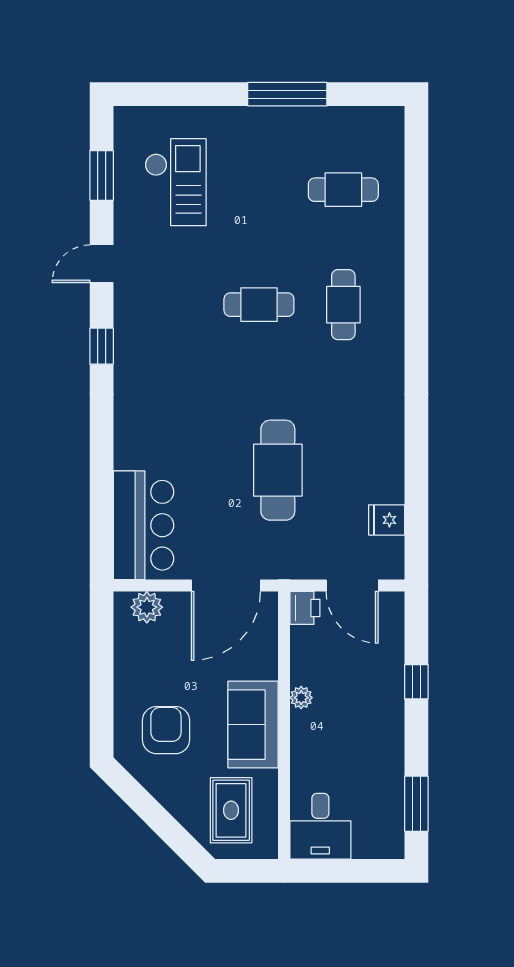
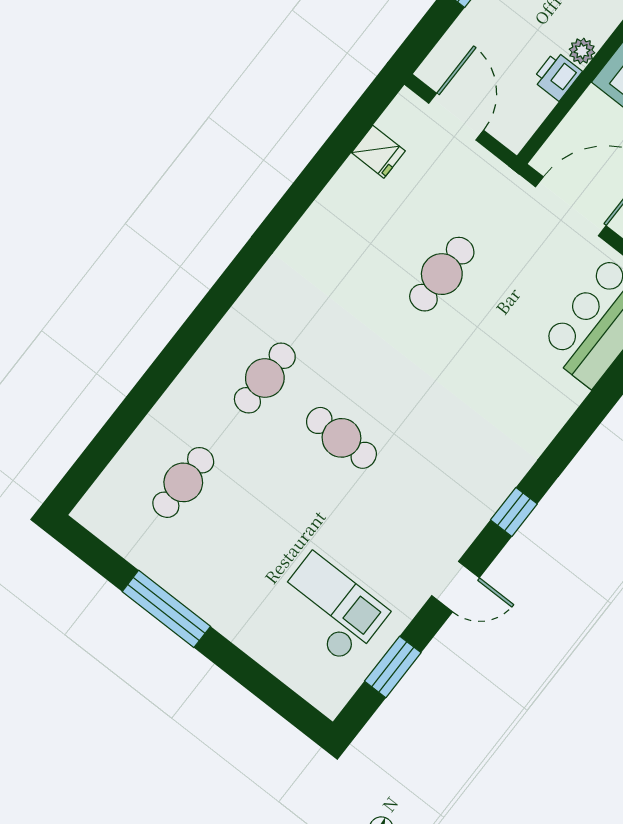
checkout: (176, 182) -> (330, 608), turned 90
cafe table: (343, 190) -> (183, 482), turned 90
cafe table: (278, 470) -> (442, 274), width x0.73, depth x0.74
printer: (305, 608) -> (557, 76), moved

